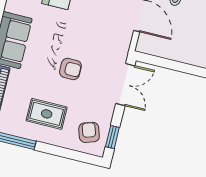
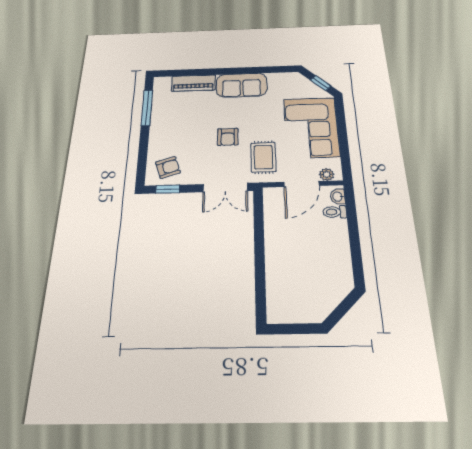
rug: (47, 114) -> (263, 157), moved

